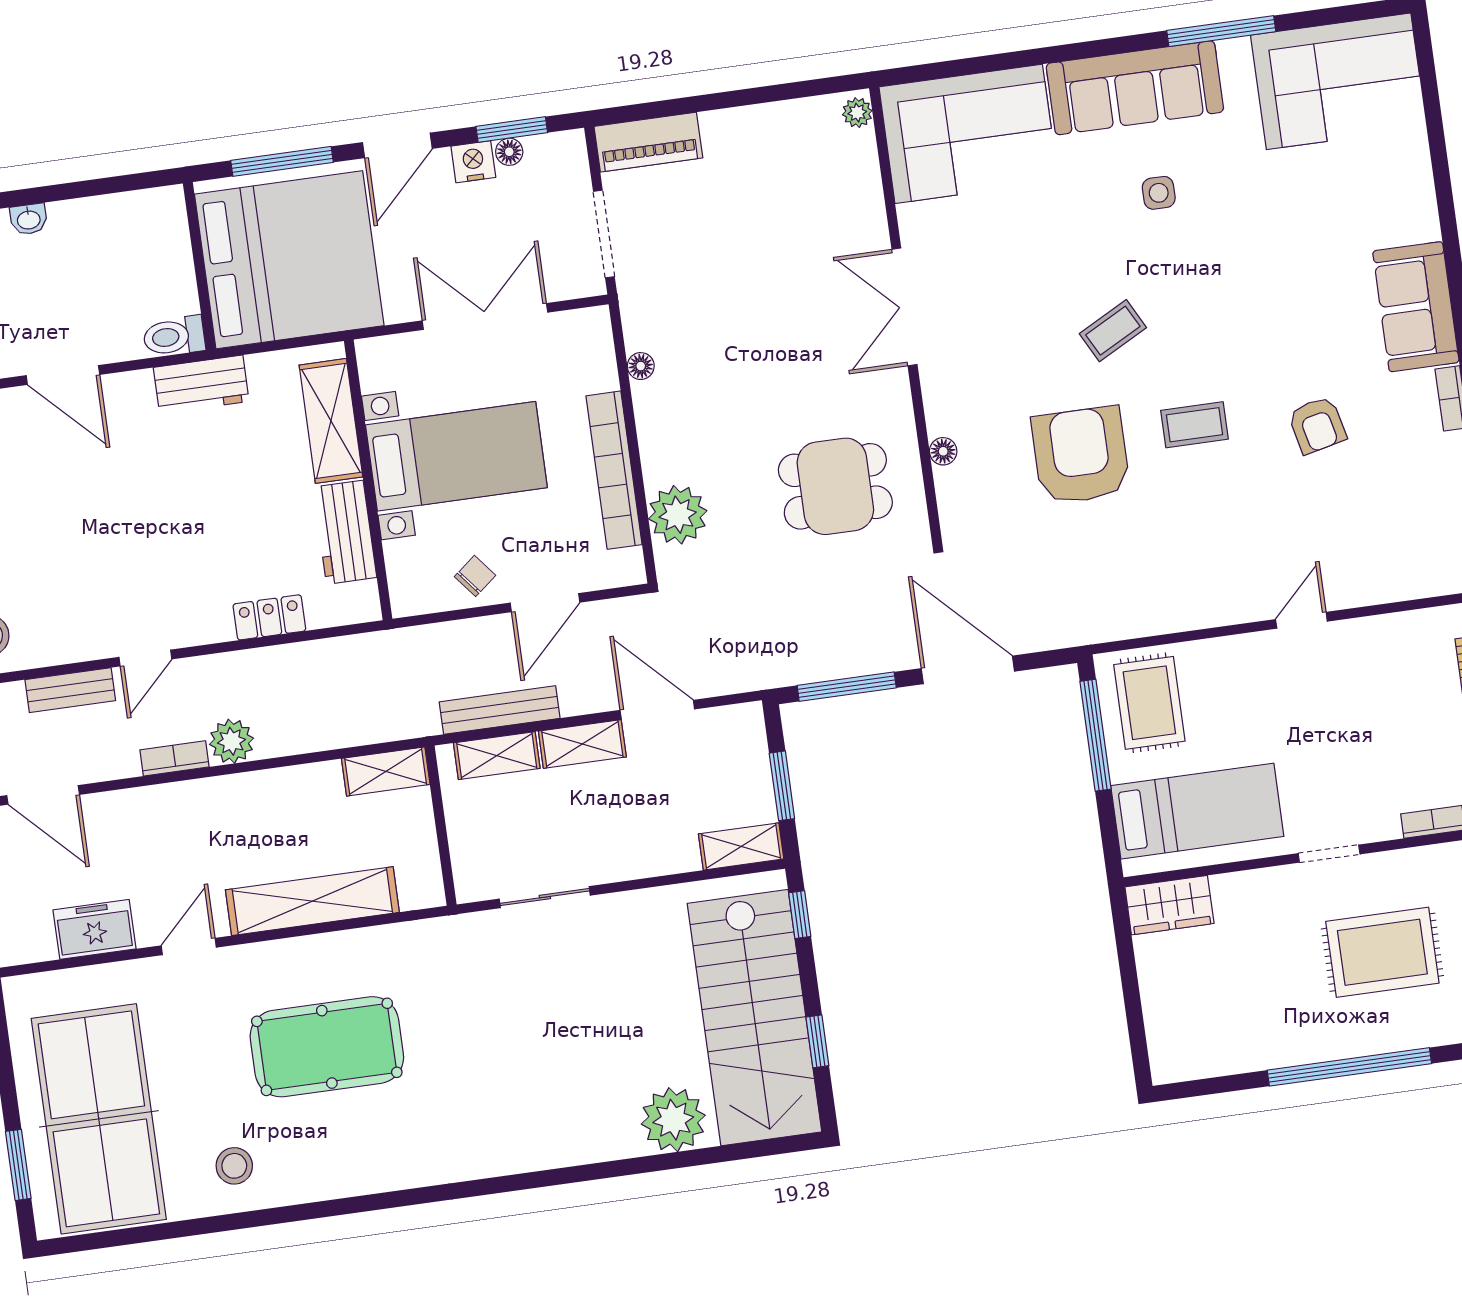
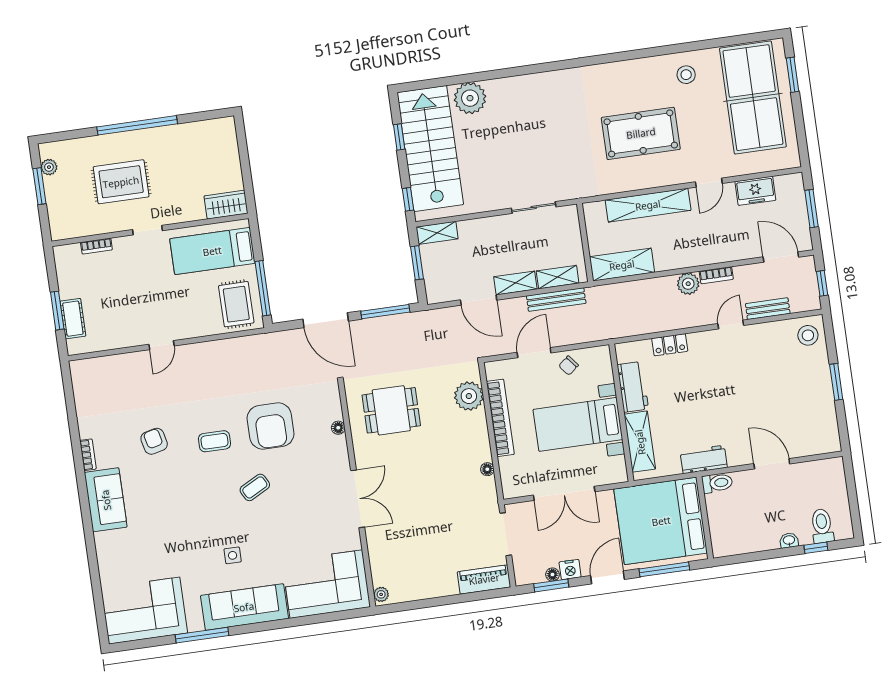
shelving: (386, 771) -> (622, 265), width x1.50, depth x1.33

